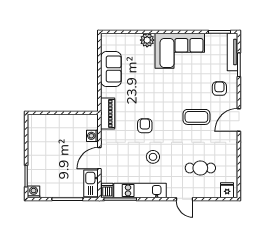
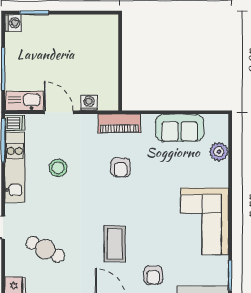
plant: (147, 40) -> (219, 152), moved
armchair: (219, 89) -> (153, 275), turned 90
armchair: (145, 126) -> (121, 167), moved, turned 90
stool: (153, 157) -> (58, 168), moved
cafe table: (200, 168) -> (45, 249), turned -63

